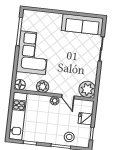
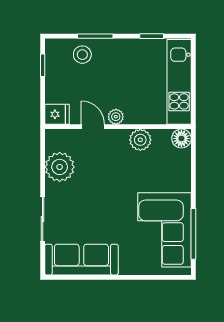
corner sofa: (33, 53) -> (164, 230), moved
plant: (87, 89) -> (60, 167), moved
fridge: (85, 119) -> (57, 114), moved

